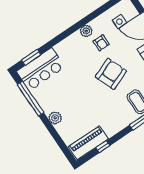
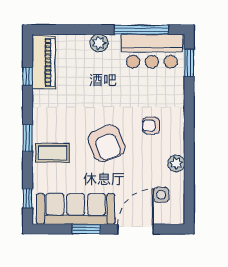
plant: (86, 31) -> (176, 163), moved
armchair: (101, 43) -> (151, 126), moved
bar counter: (41, 69) -> (152, 51), moved, turned -90

